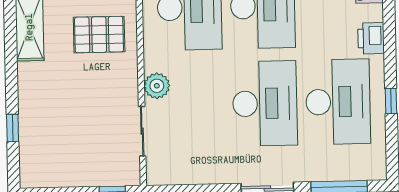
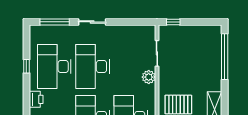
window: (13, 128) -> (225, 57), width x3.17

